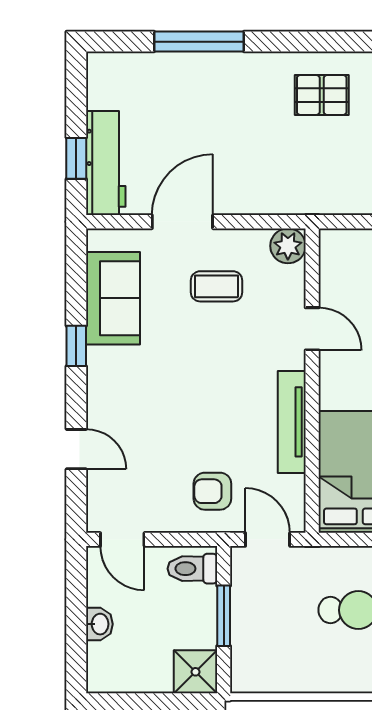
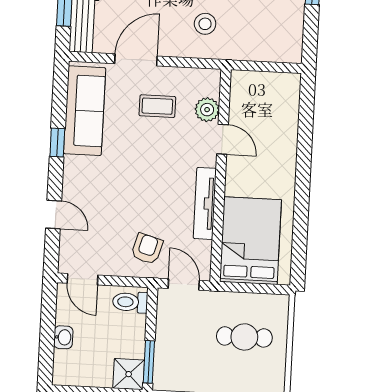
stool: (279, 165) -> (205, 24), added
plant: (288, 246) -> (207, 110), moved
sofa: (113, 298) -> (85, 111), width x1.36
armchair: (212, 491) -> (147, 249), turned 106
window: (224, 616) -> (149, 362), moved

